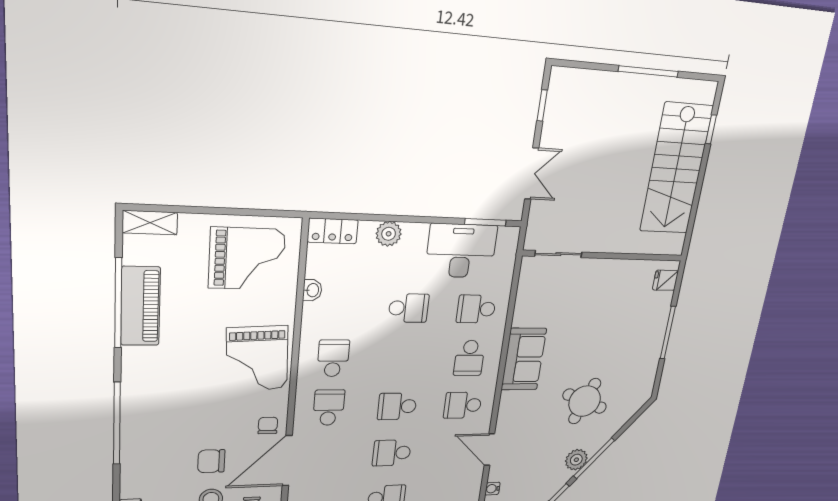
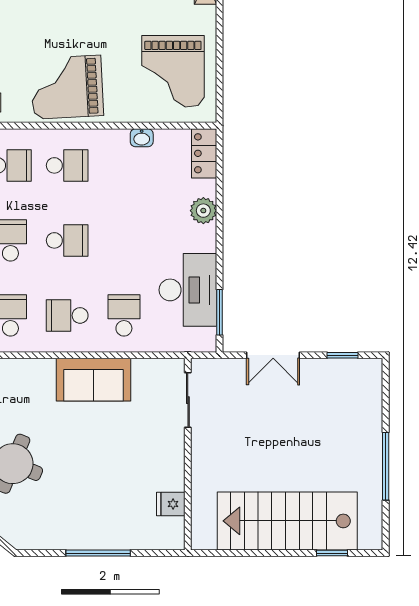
fridge: (665, 280) -> (171, 504), moved, turned -90
school desk: (409, 308) -> (67, 240), moved, turned -90
sofa: (524, 359) -> (93, 380), moved

